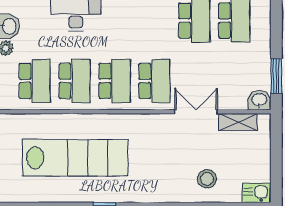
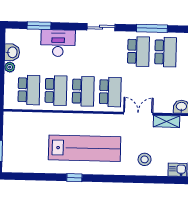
lab bench: (75, 158) -> (85, 148), moved

